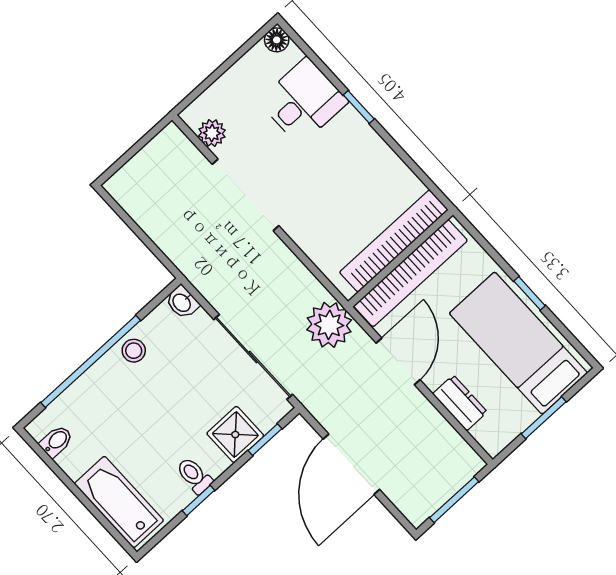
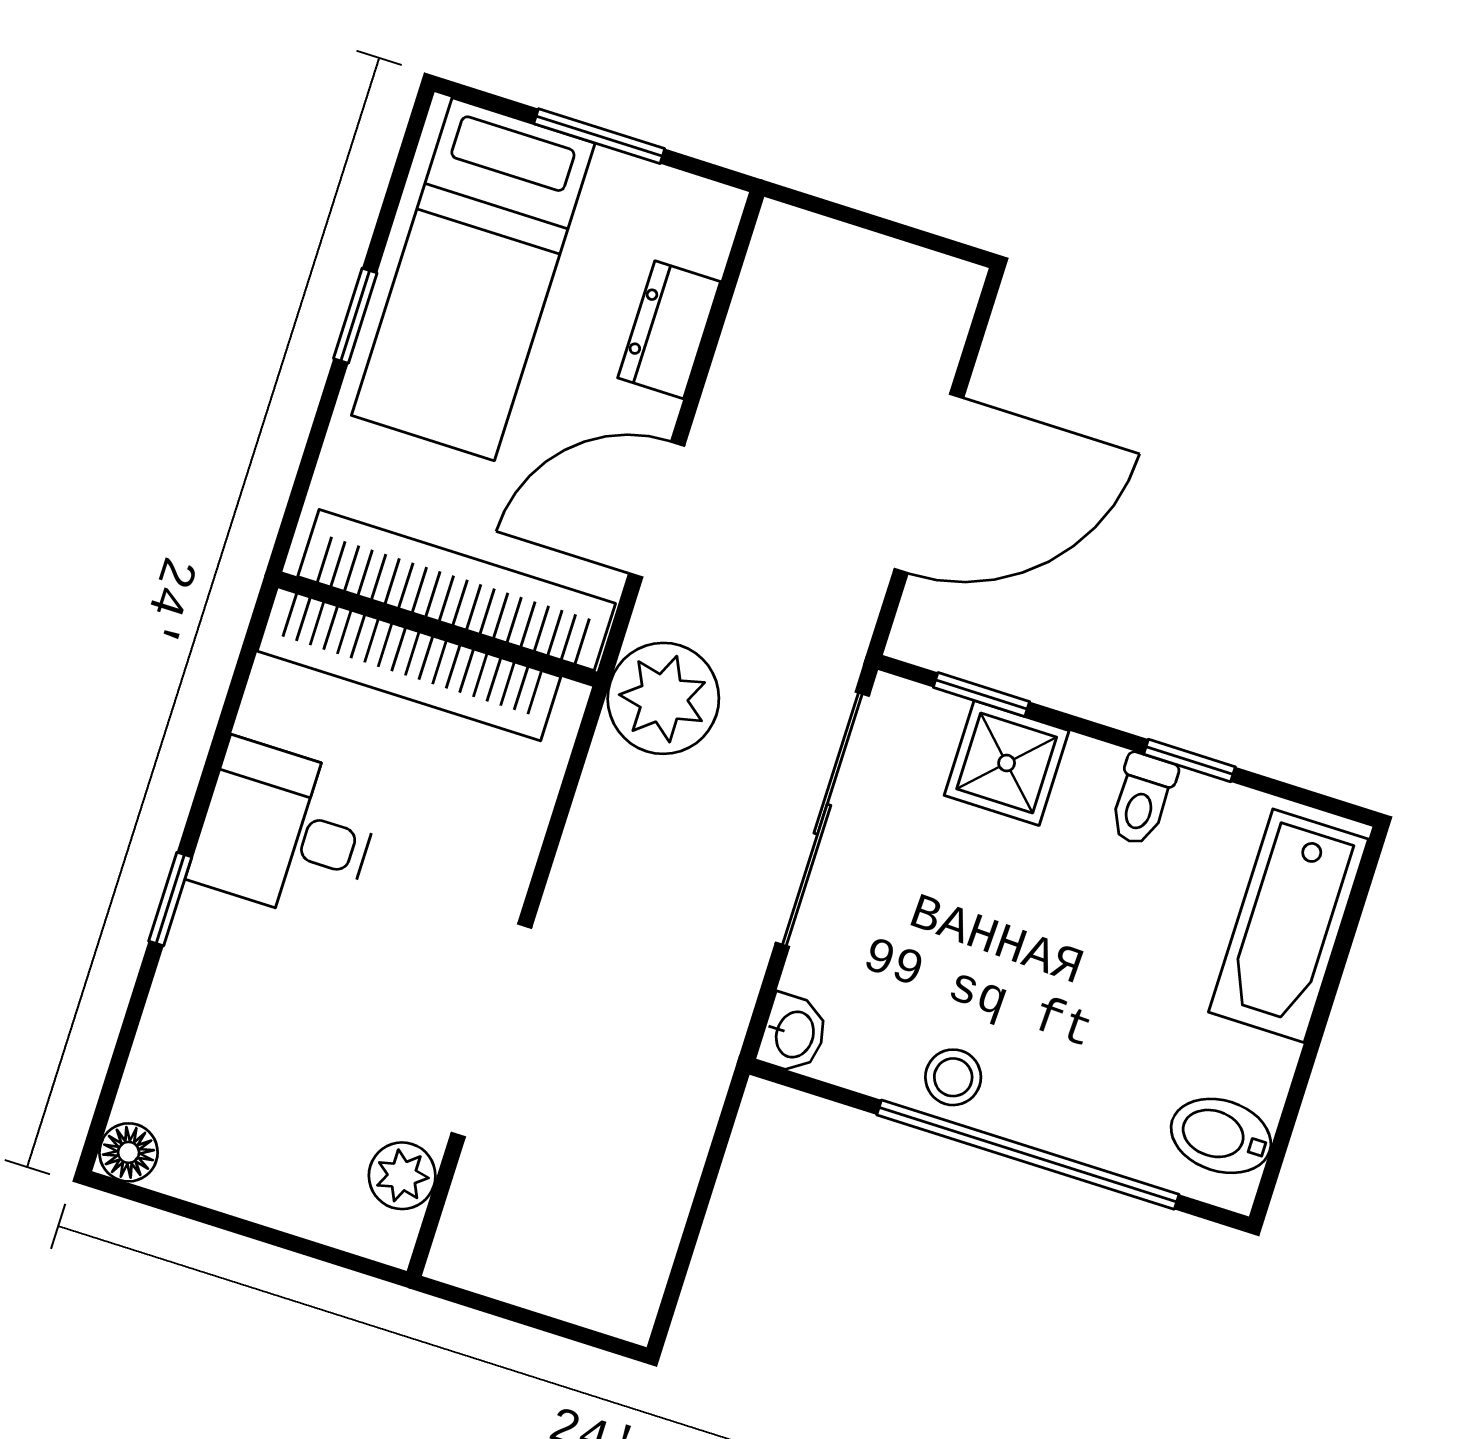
desk: (303, 101) -> (286, 832), moved
bidet: (56, 441) -> (1221, 1136), width x1.38, depth x1.36
window: (454, 500) -> (879, 225), removed

